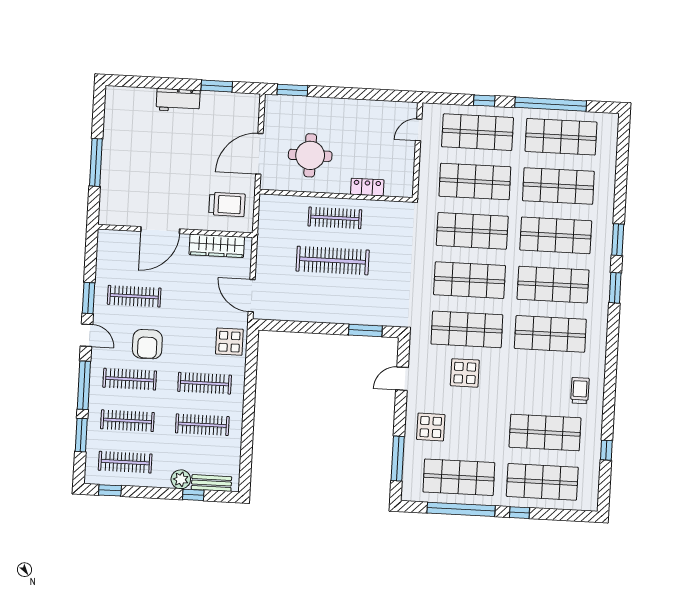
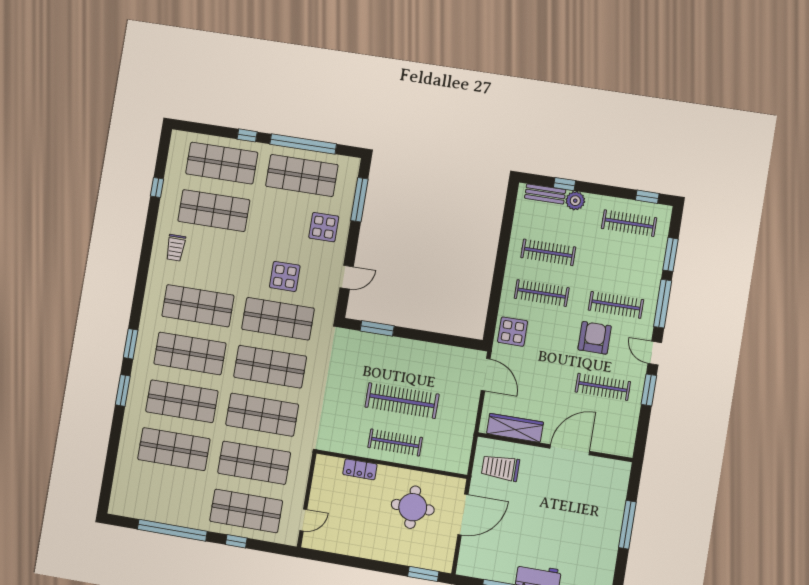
shop shelf: (561, 137) -> (166, 497), removed
clothes rail: (127, 421) -> (622, 264), removed

